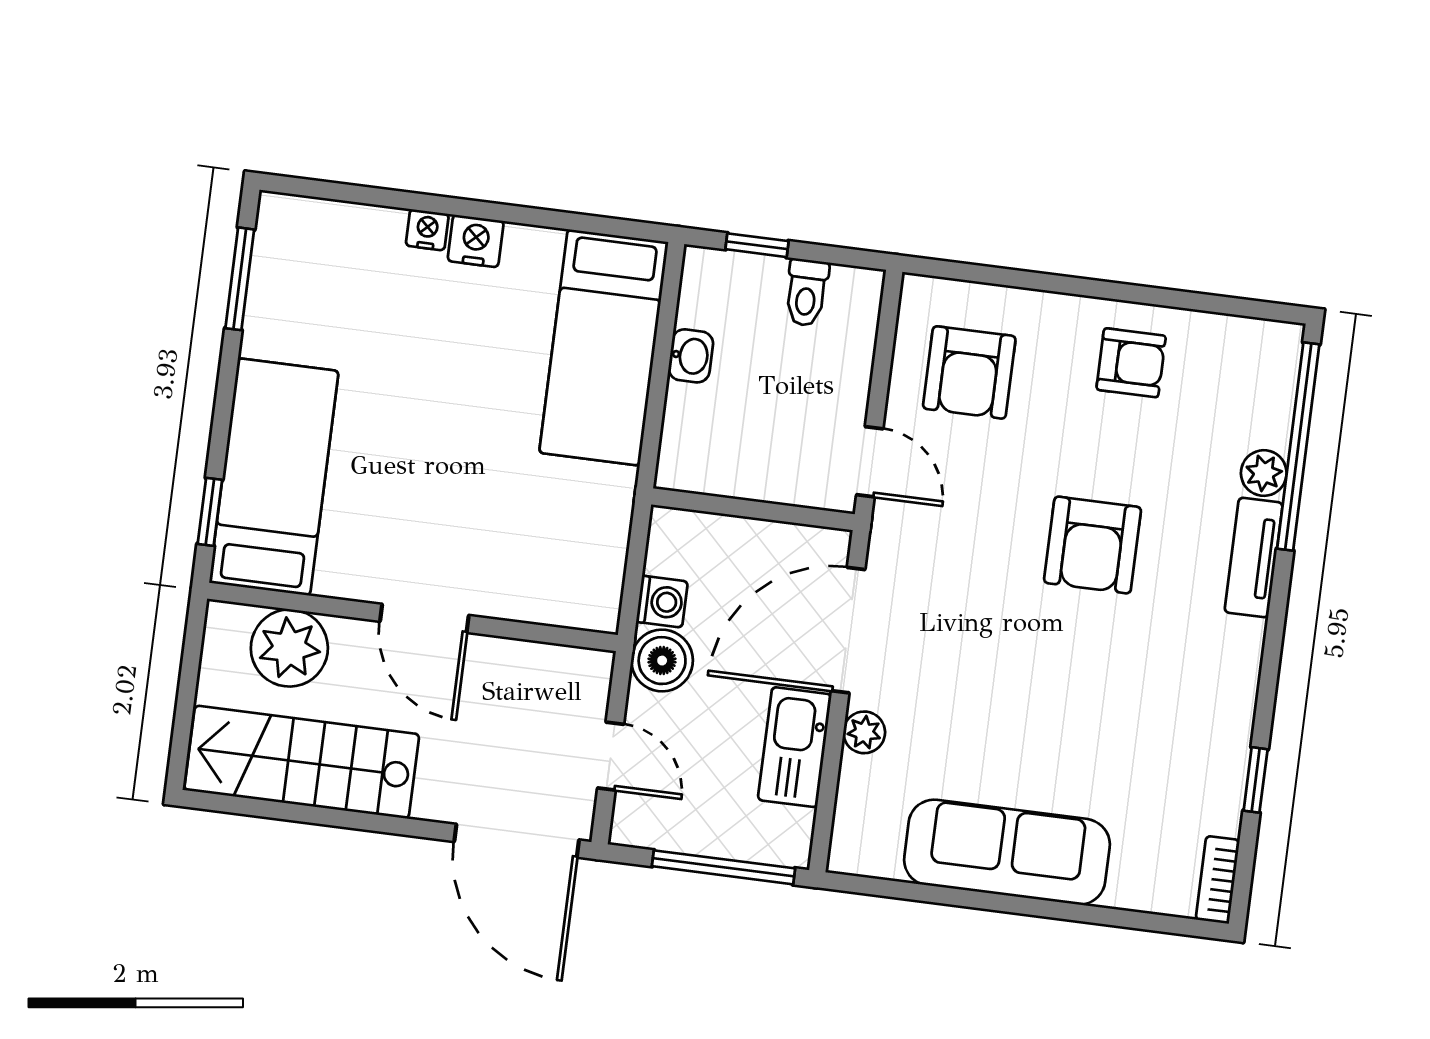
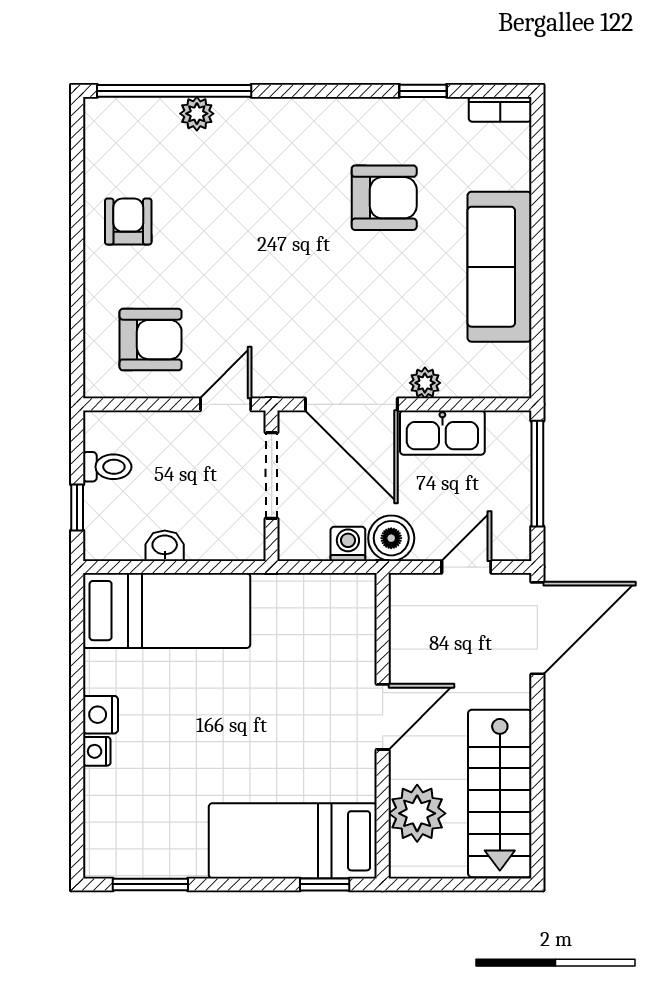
doorway: (766, 511) -> (272, 476), added
armchair: (1093, 545) -> (384, 198), moved
tv unit: (1254, 557) -> (260, 113), removed

